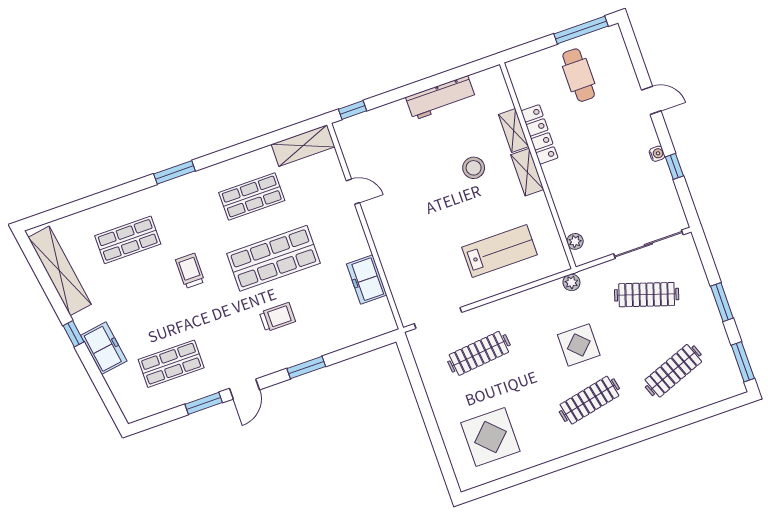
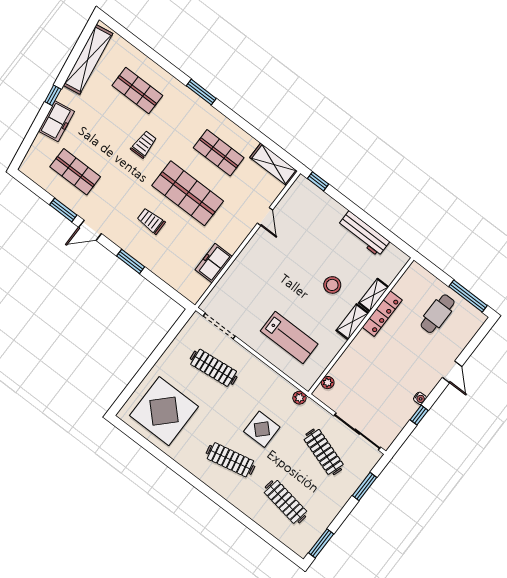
window: (722, 302) -> (365, 486), moved
trolley: (277, 317) -> (151, 221), turned 180
clothes rail: (673, 371) -> (285, 502), turned 30
display table: (490, 437) -> (164, 411), width x1.36, depth x1.36

